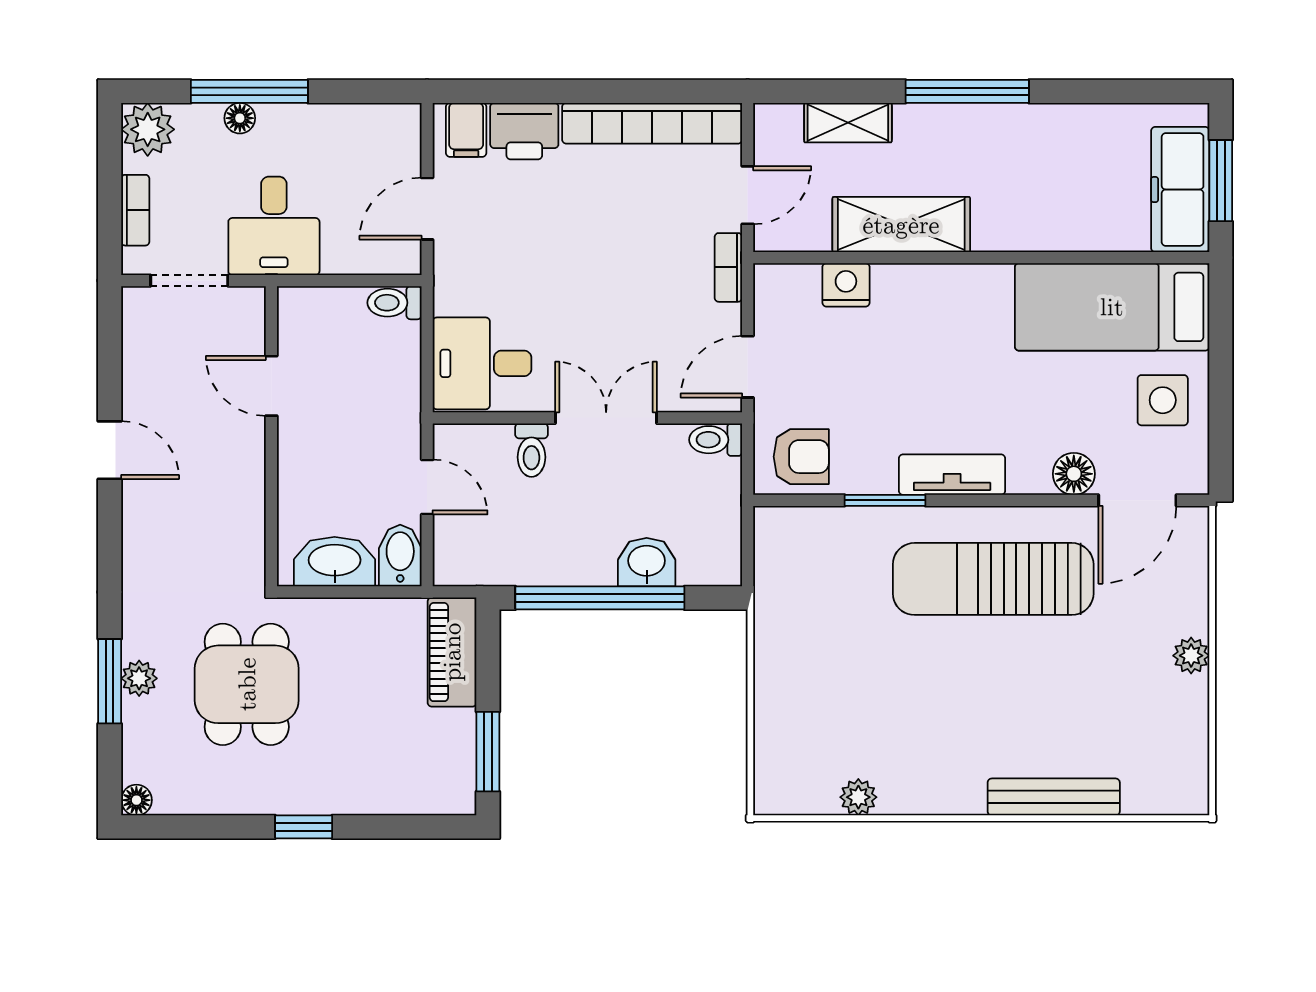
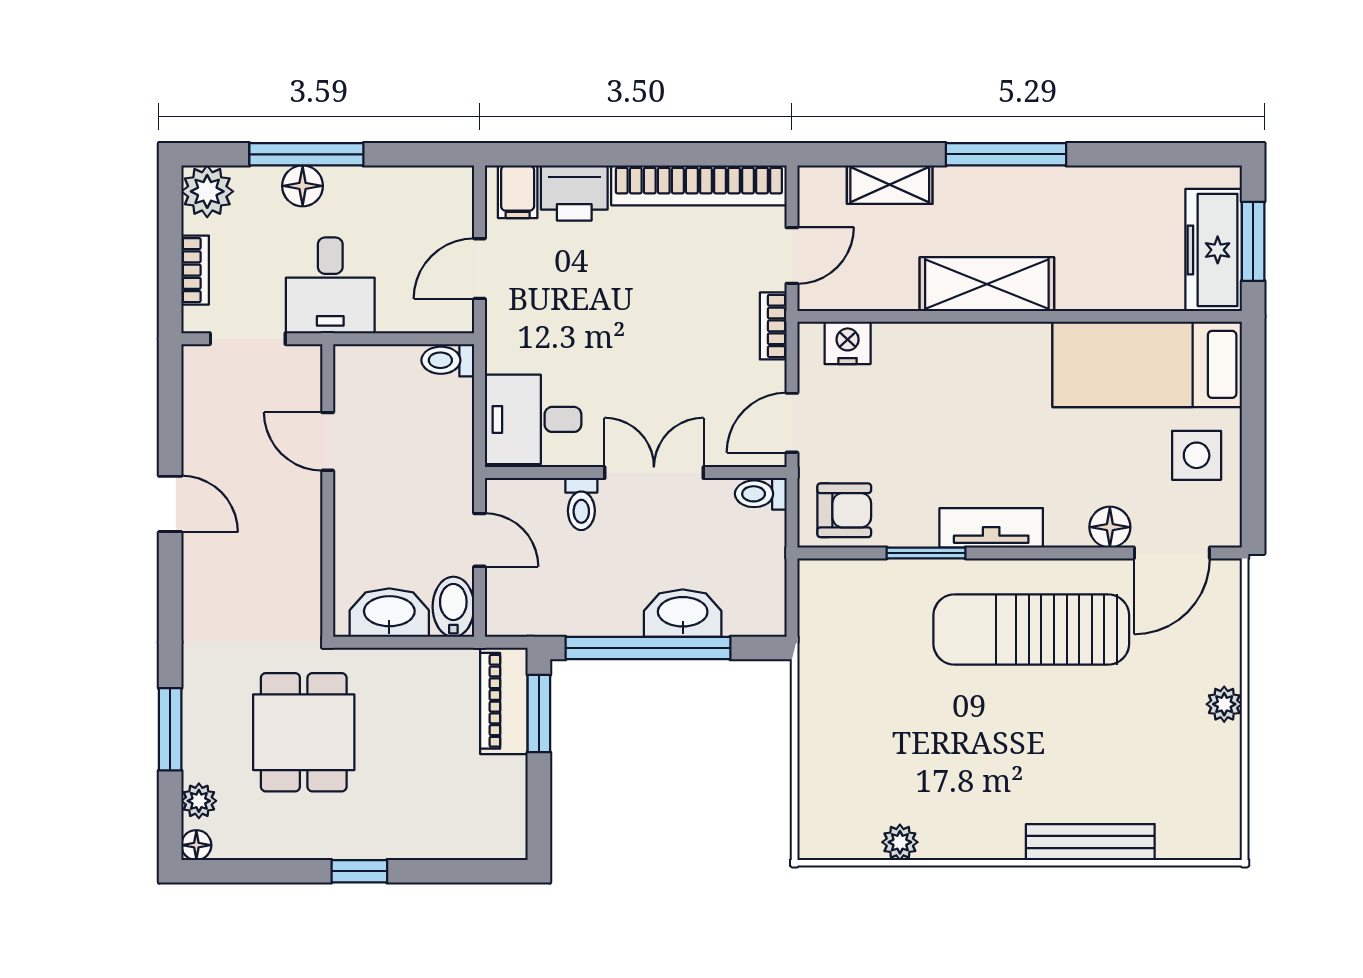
floor lamp: (240, 118) -> (303, 186), width x1.37, depth x1.37
shelving: (901, 225) -> (987, 284), moved
nightstand: (846, 285) -> (848, 343), moved
washbasin: (647, 562) -> (683, 613), width x1.38
plant: (139, 678) -> (199, 801), moved
window: (488, 752) -> (539, 714), moved

